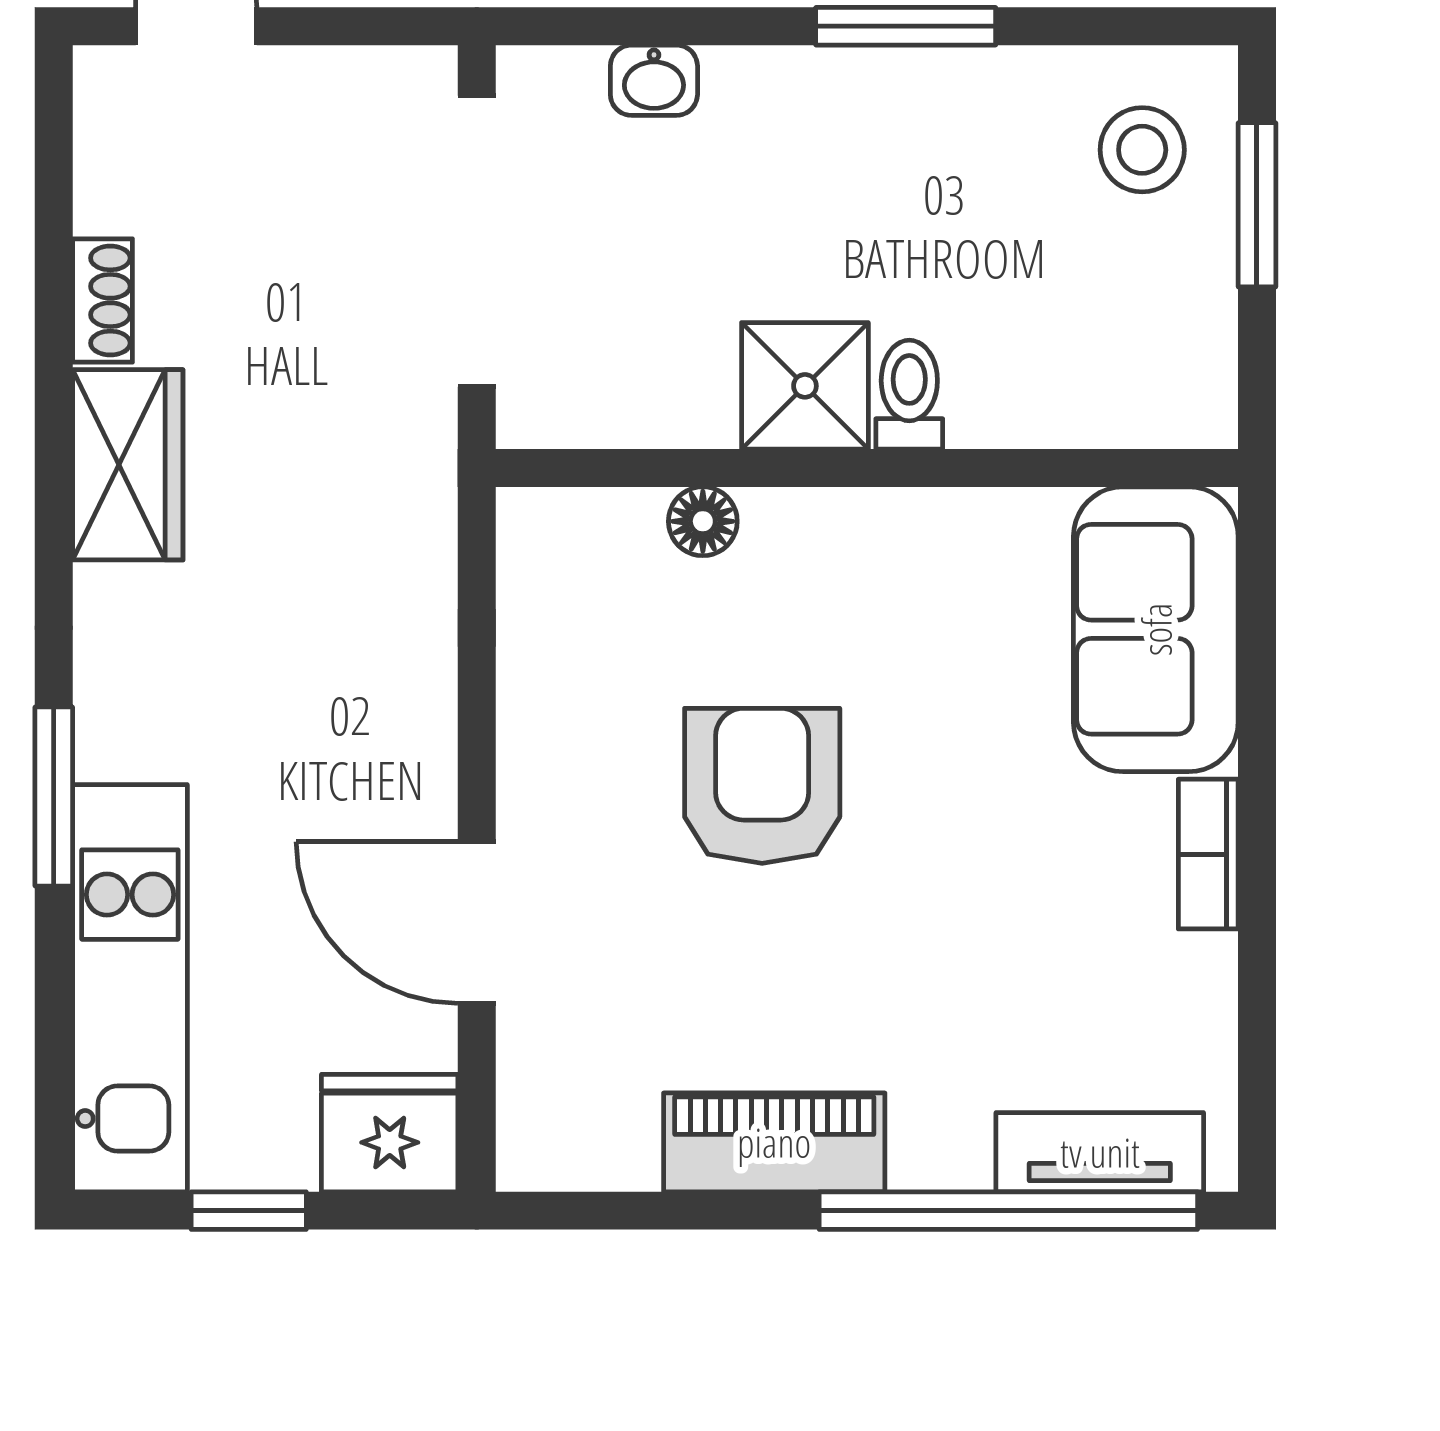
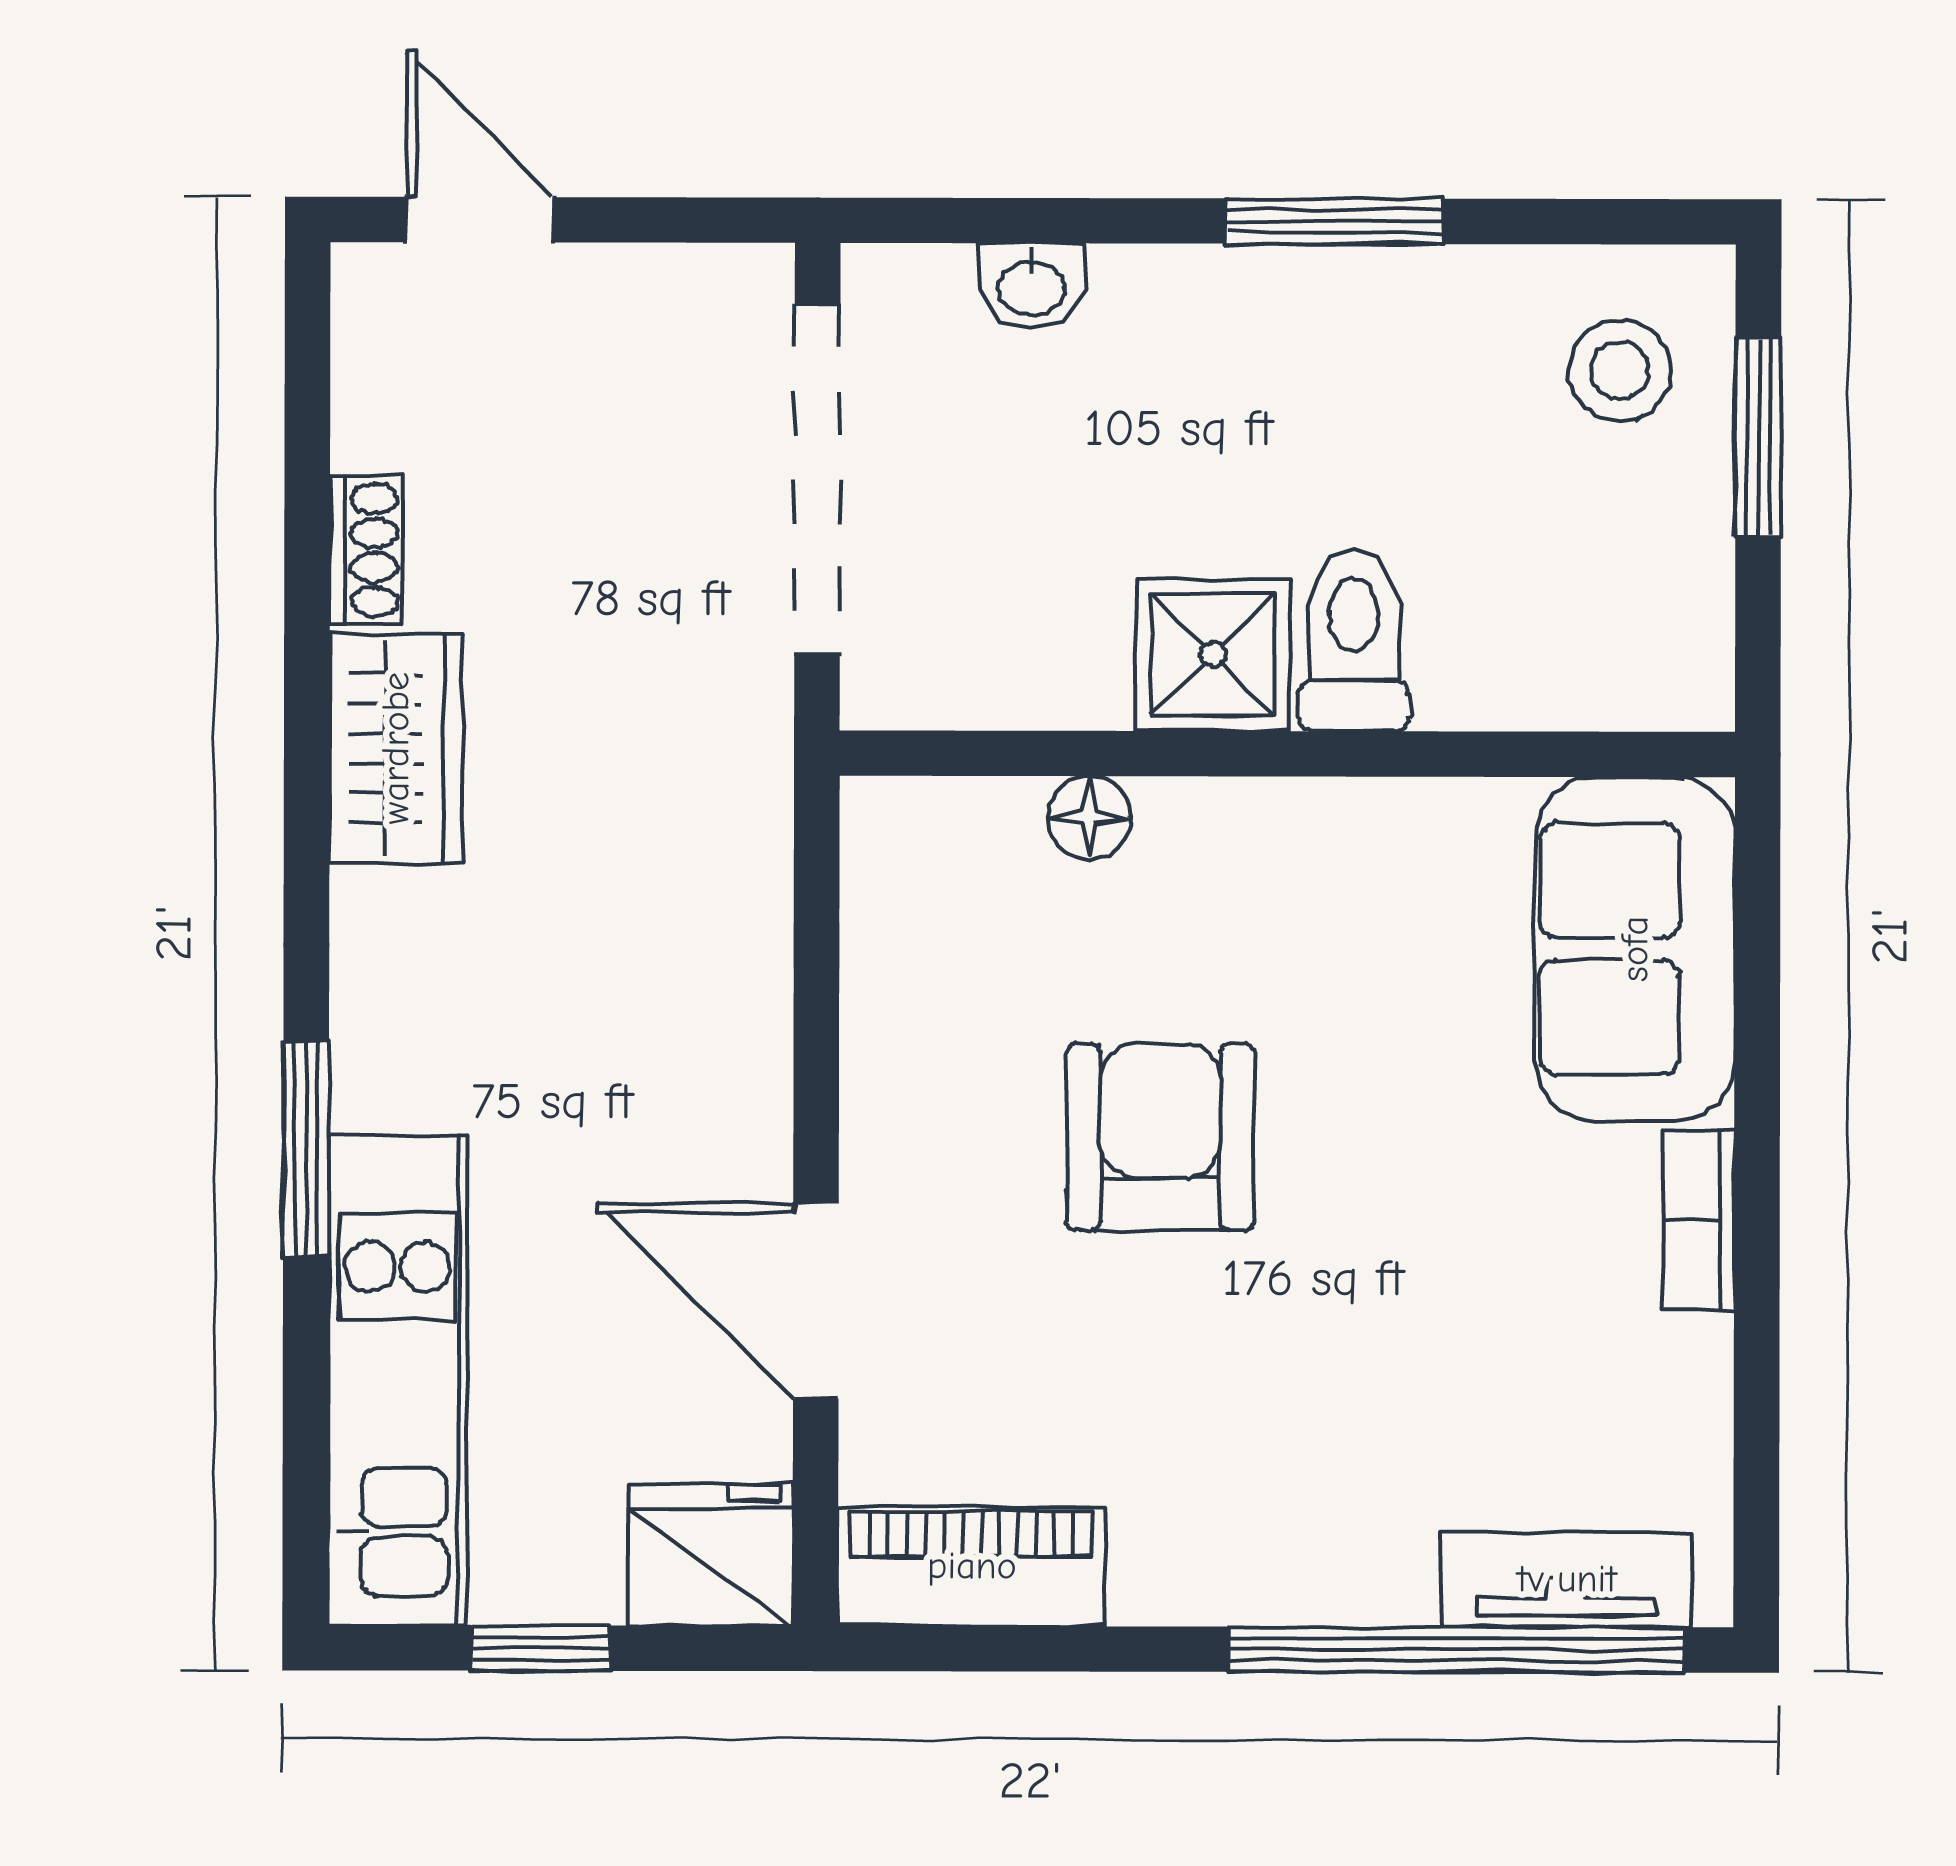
toilet: (909, 395) -> (1354, 640), width x1.37, depth x1.39
piano: (774, 1142) -> (972, 1566), moved

